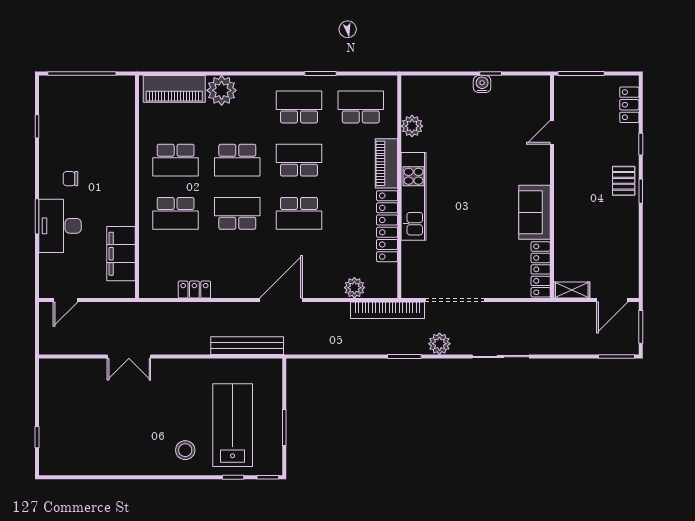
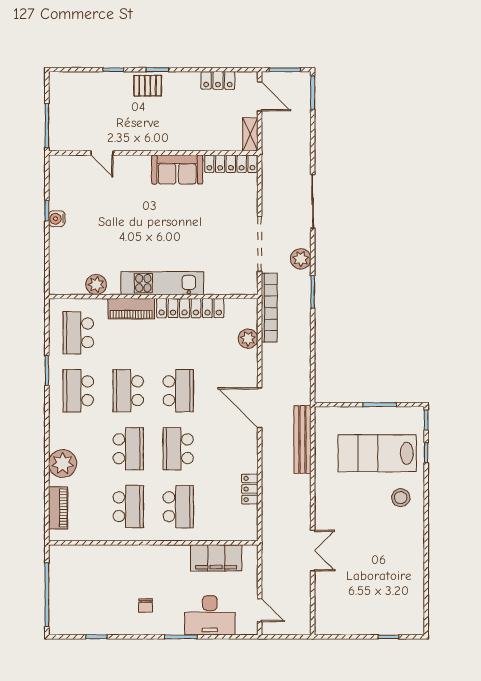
piano: (174, 89) -> (58, 508), width x0.73, depth x0.75
locker: (629, 105) -> (218, 80), moved
desk: (60, 226) -> (210, 615), moved

